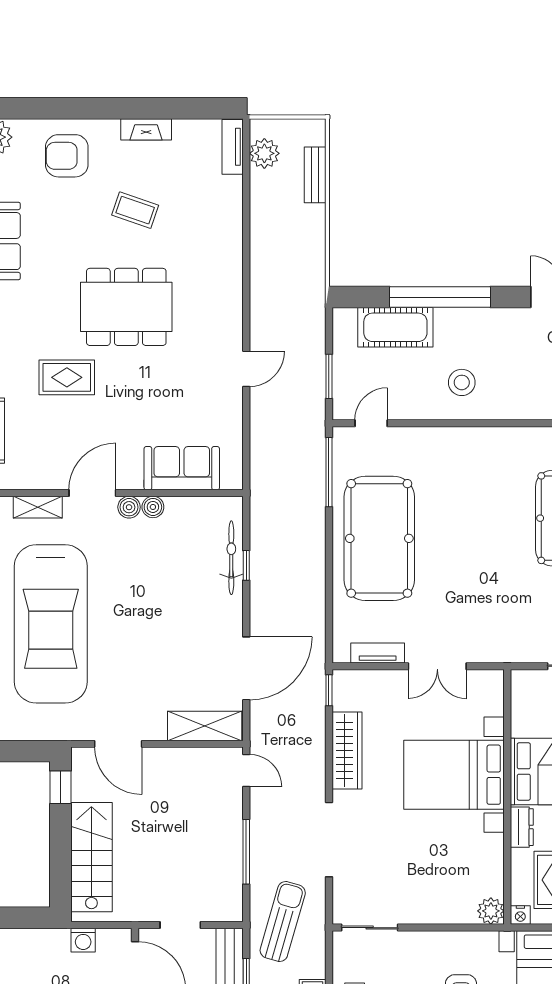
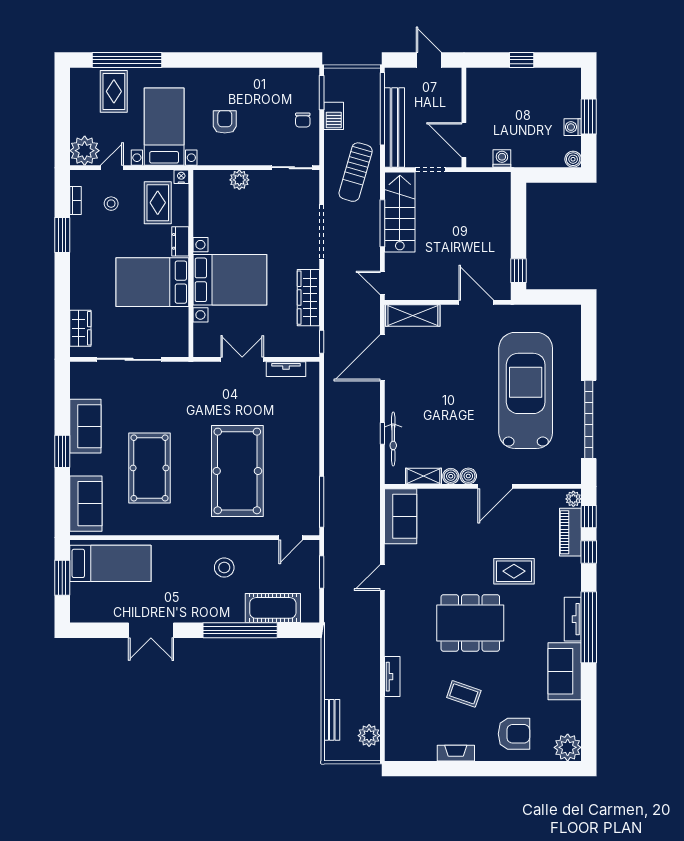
tv unit: (233, 147) -> (392, 677), moved
sofa: (182, 468) -> (401, 516), moved, turned -90
shelving: (38, 507) -> (423, 476), moved
pool table: (379, 538) -> (237, 471), moved
stairs: (91, 857) -> (400, 212), moved, turned 180
plant: (491, 911) -> (239, 180), moved

